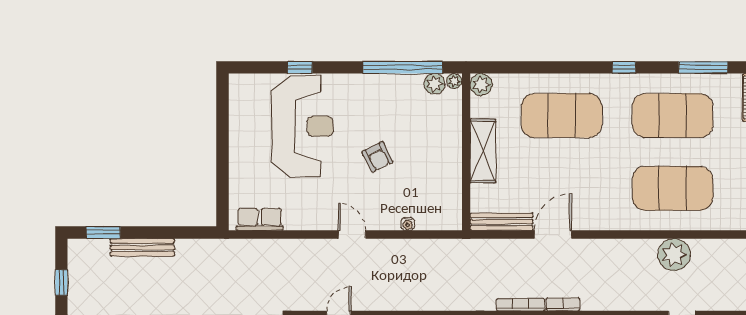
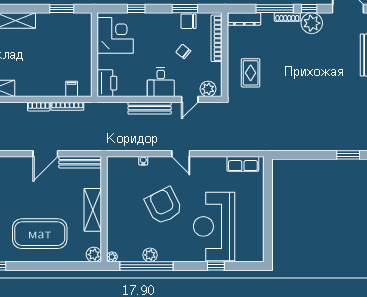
plant: (435, 84) -> (150, 255), moved
armchair: (377, 157) -> (164, 206), width x1.88, depth x1.88
bench: (142, 247) -> (150, 108), moved

